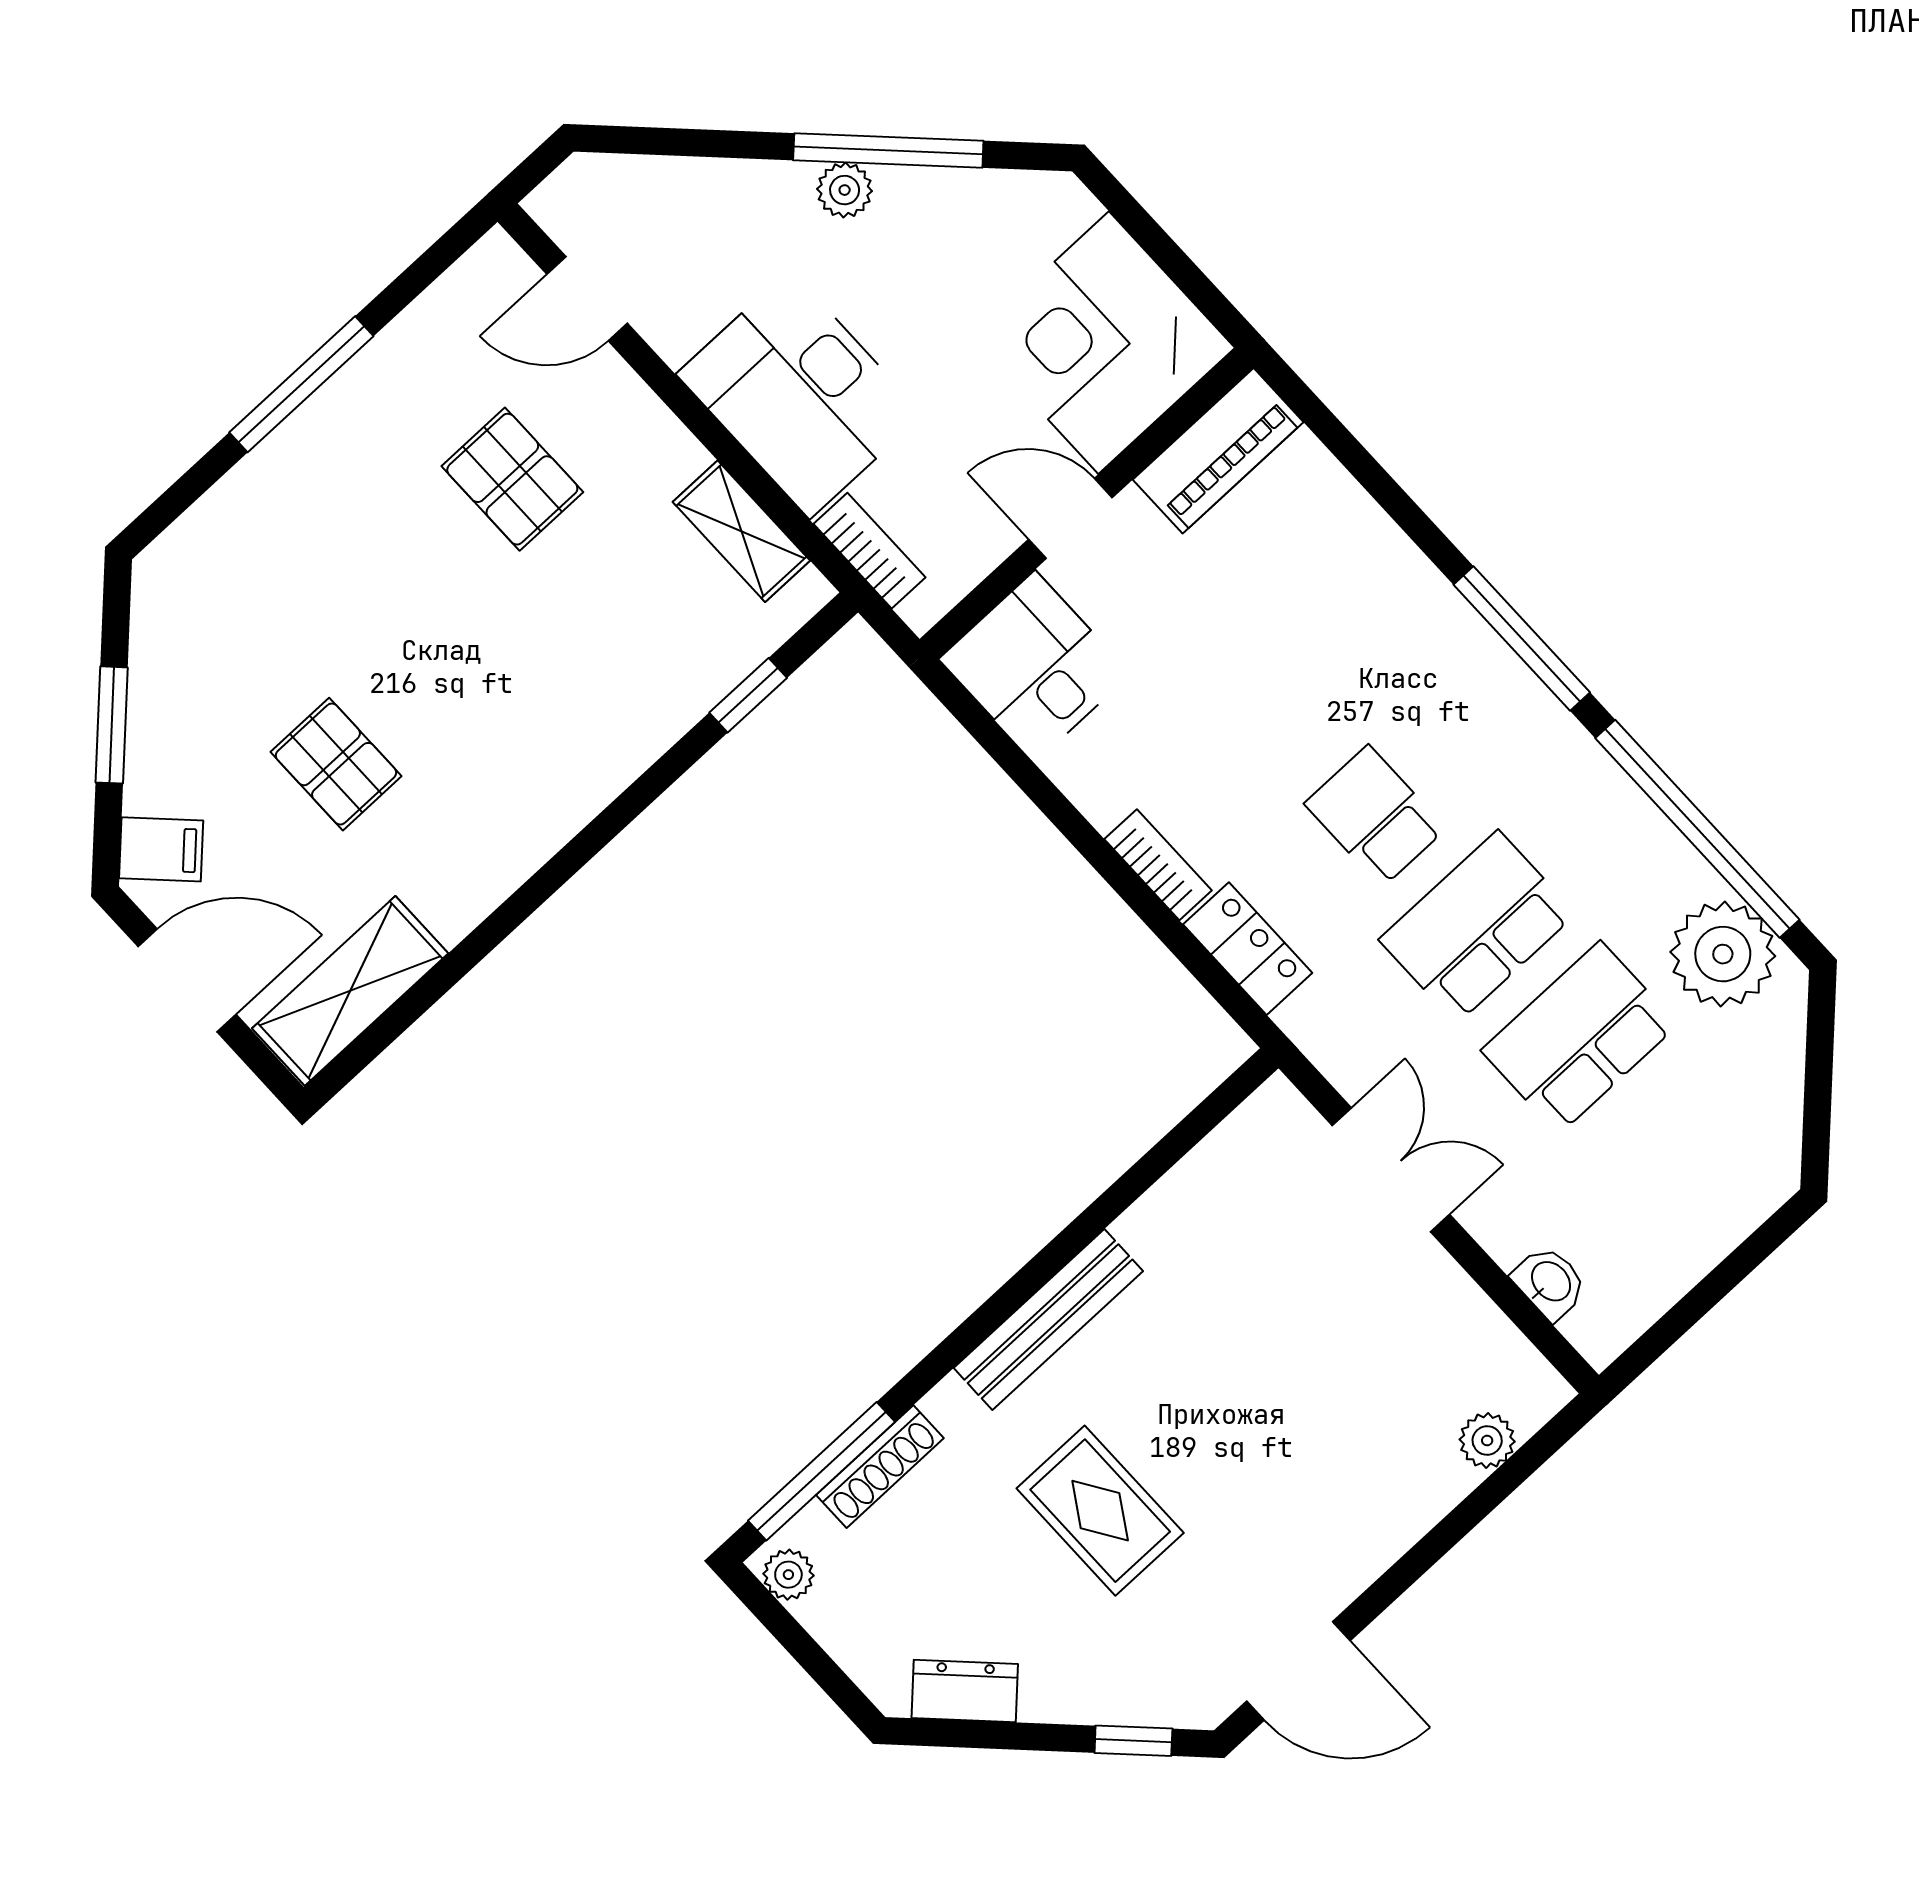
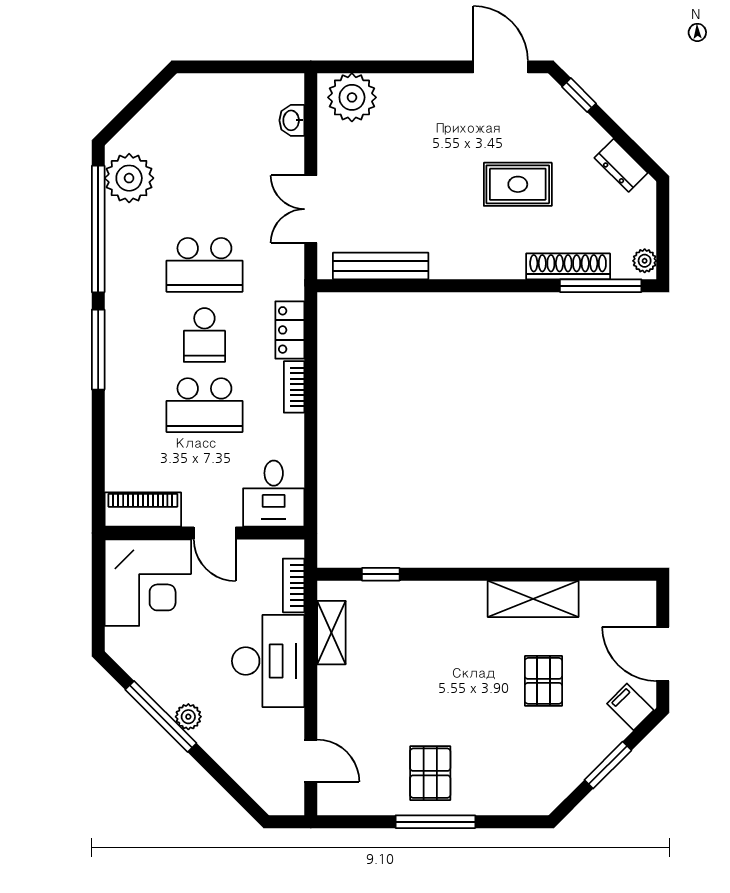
pallet: (512, 479) -> (430, 773), moved
shelving: (350, 991) -> (533, 599), moved
school desk: (1579, 1038) -> (204, 405), moved
bench: (1048, 1320) -> (381, 266), moved
plant: (1487, 1440) -> (352, 97), width x1.88, depth x1.88
shoe rack: (880, 1467) -> (568, 266), width x1.36, depth x1.24
rug: (1100, 1511) -> (518, 184), turned 90

